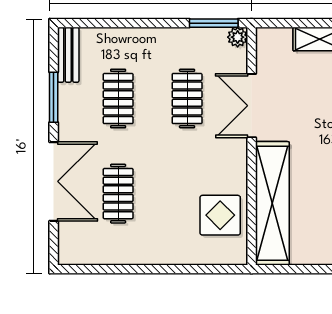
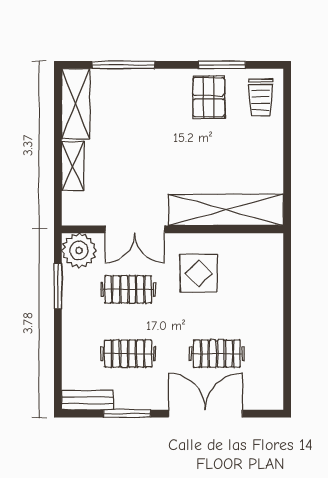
window: (214, 23) -> (58, 286), moved
plant: (238, 37) -> (79, 250), width x1.88, depth x1.88
display table: (220, 215) -> (199, 273), moved

